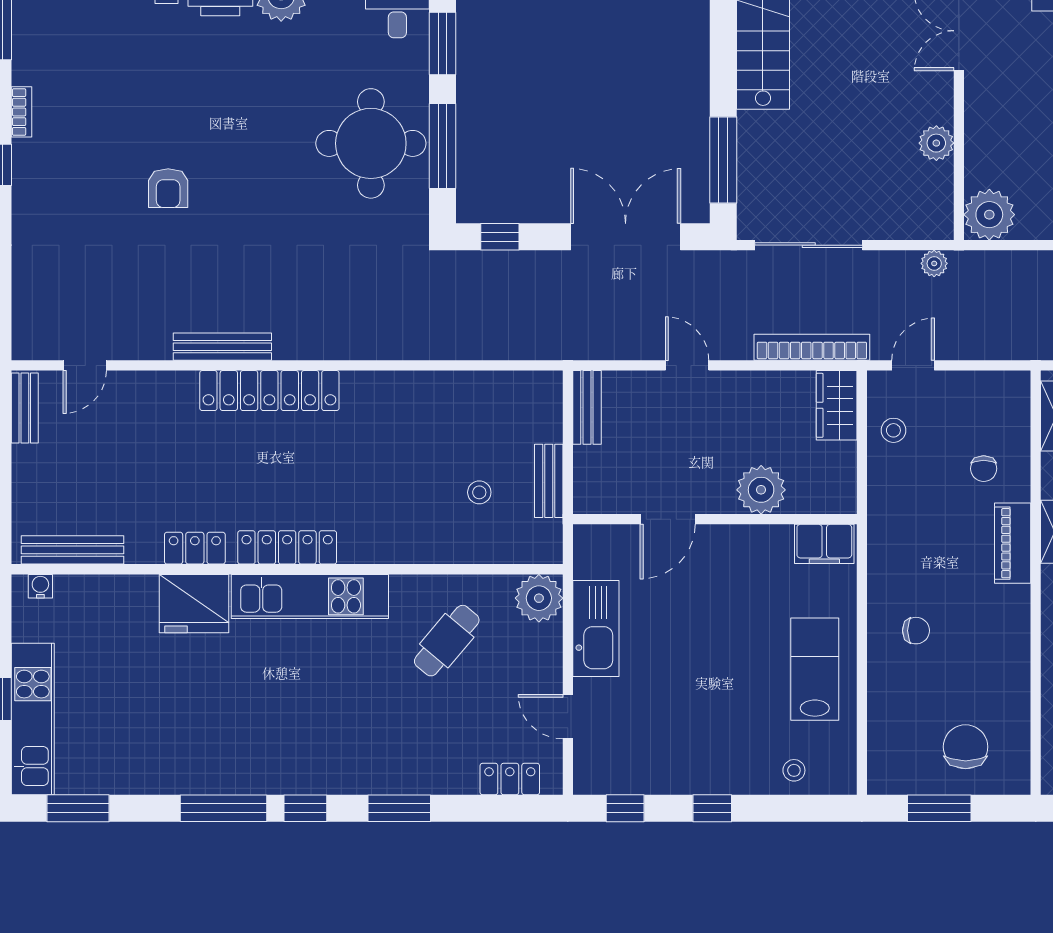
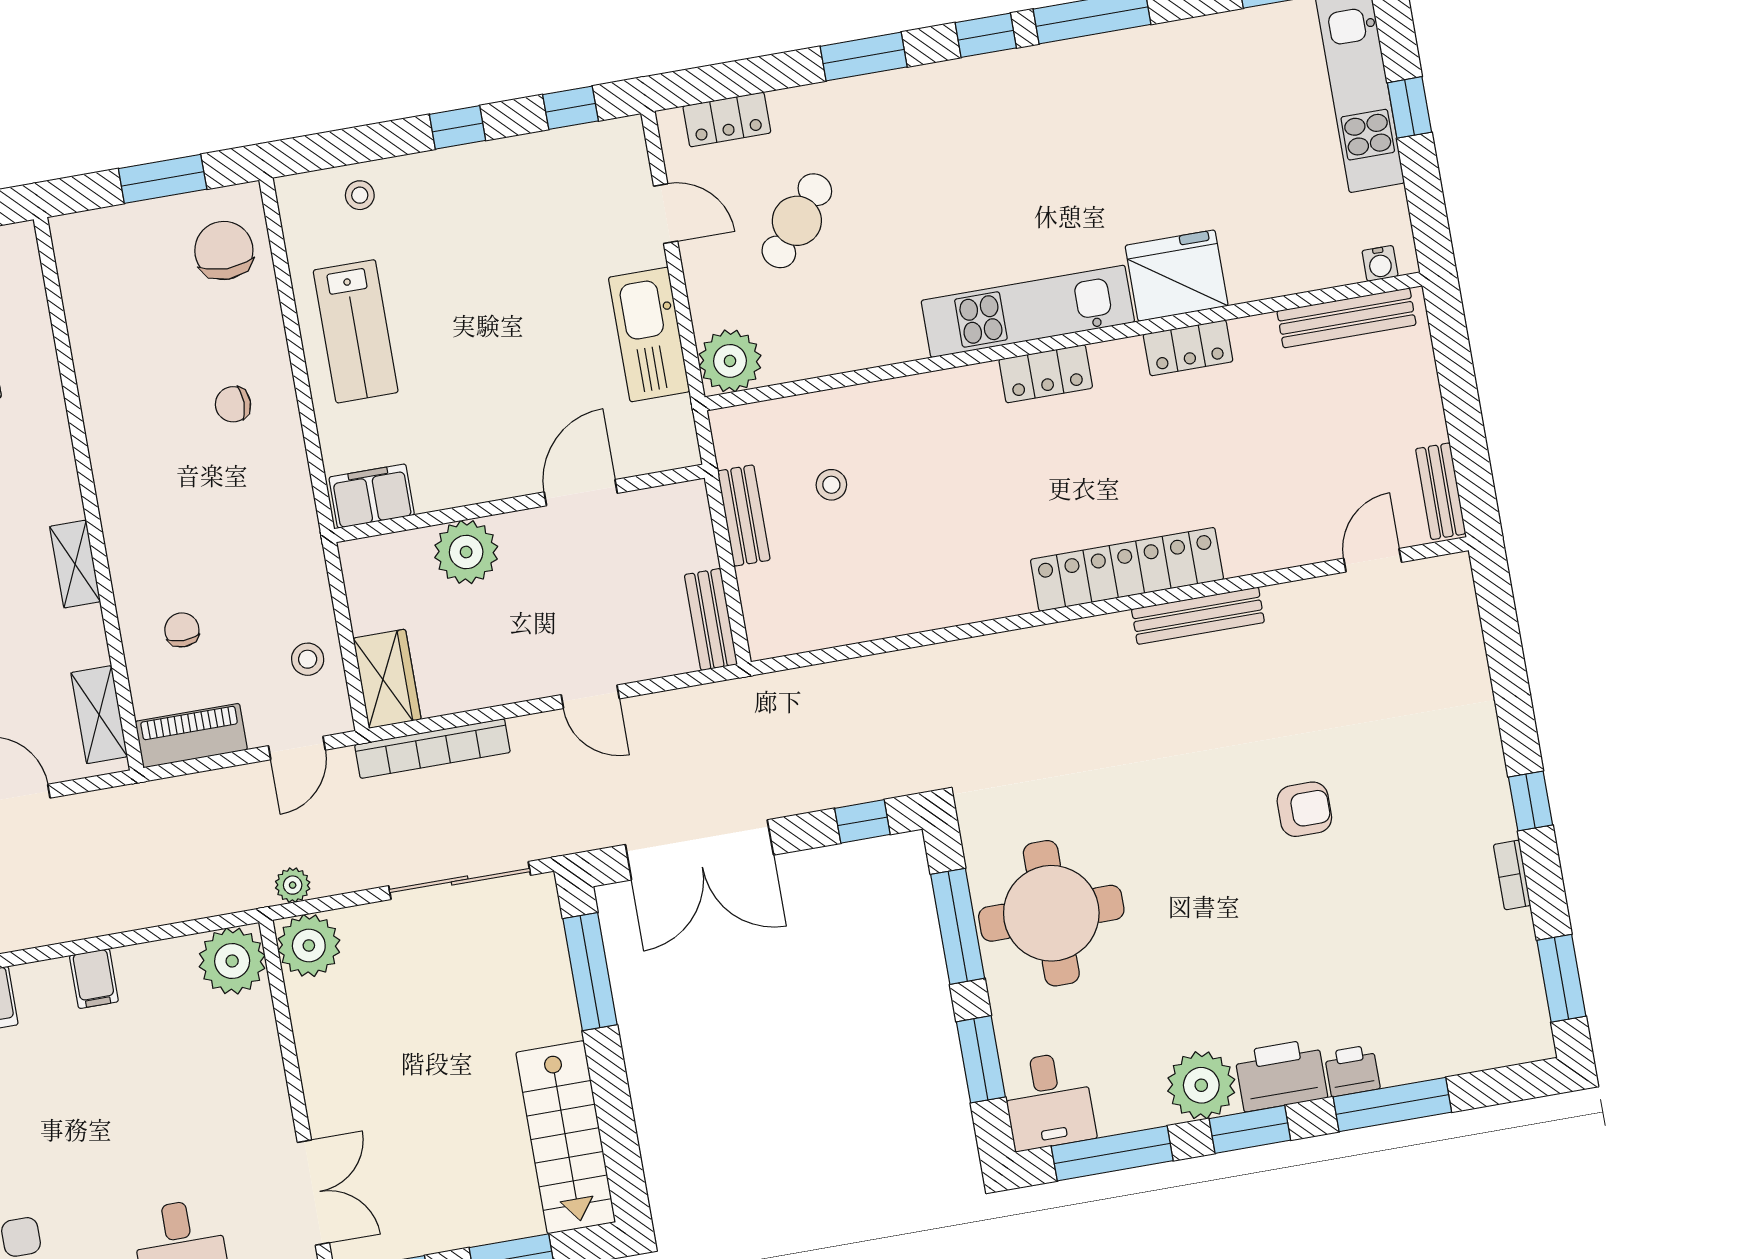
plant: (936, 143) -> (309, 945), moved, width x1.36, depth x1.36
armchair: (168, 188) -> (1304, 809), turned 90
piano: (1013, 543) -> (191, 736), moved, turned -90
locker: (287, 547) -> (1046, 374), width x0.66
cafe table: (447, 641) -> (797, 221), moved
chair: (966, 747) -> (224, 250), moved, turned 180

